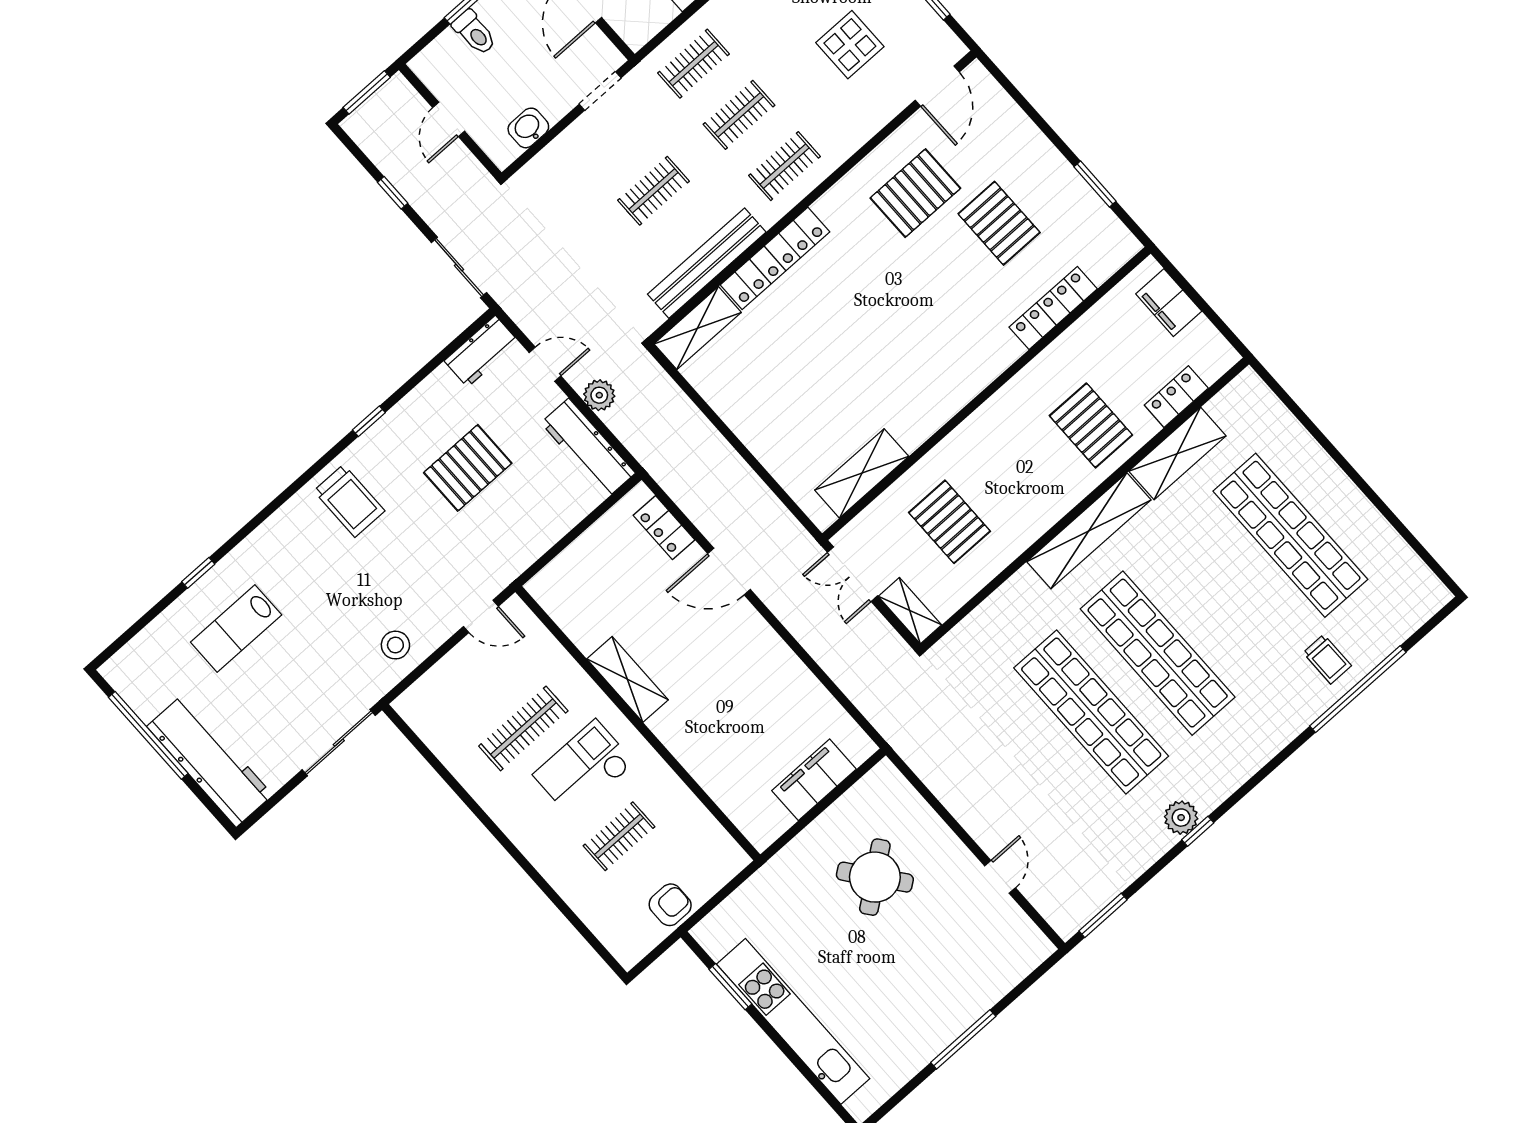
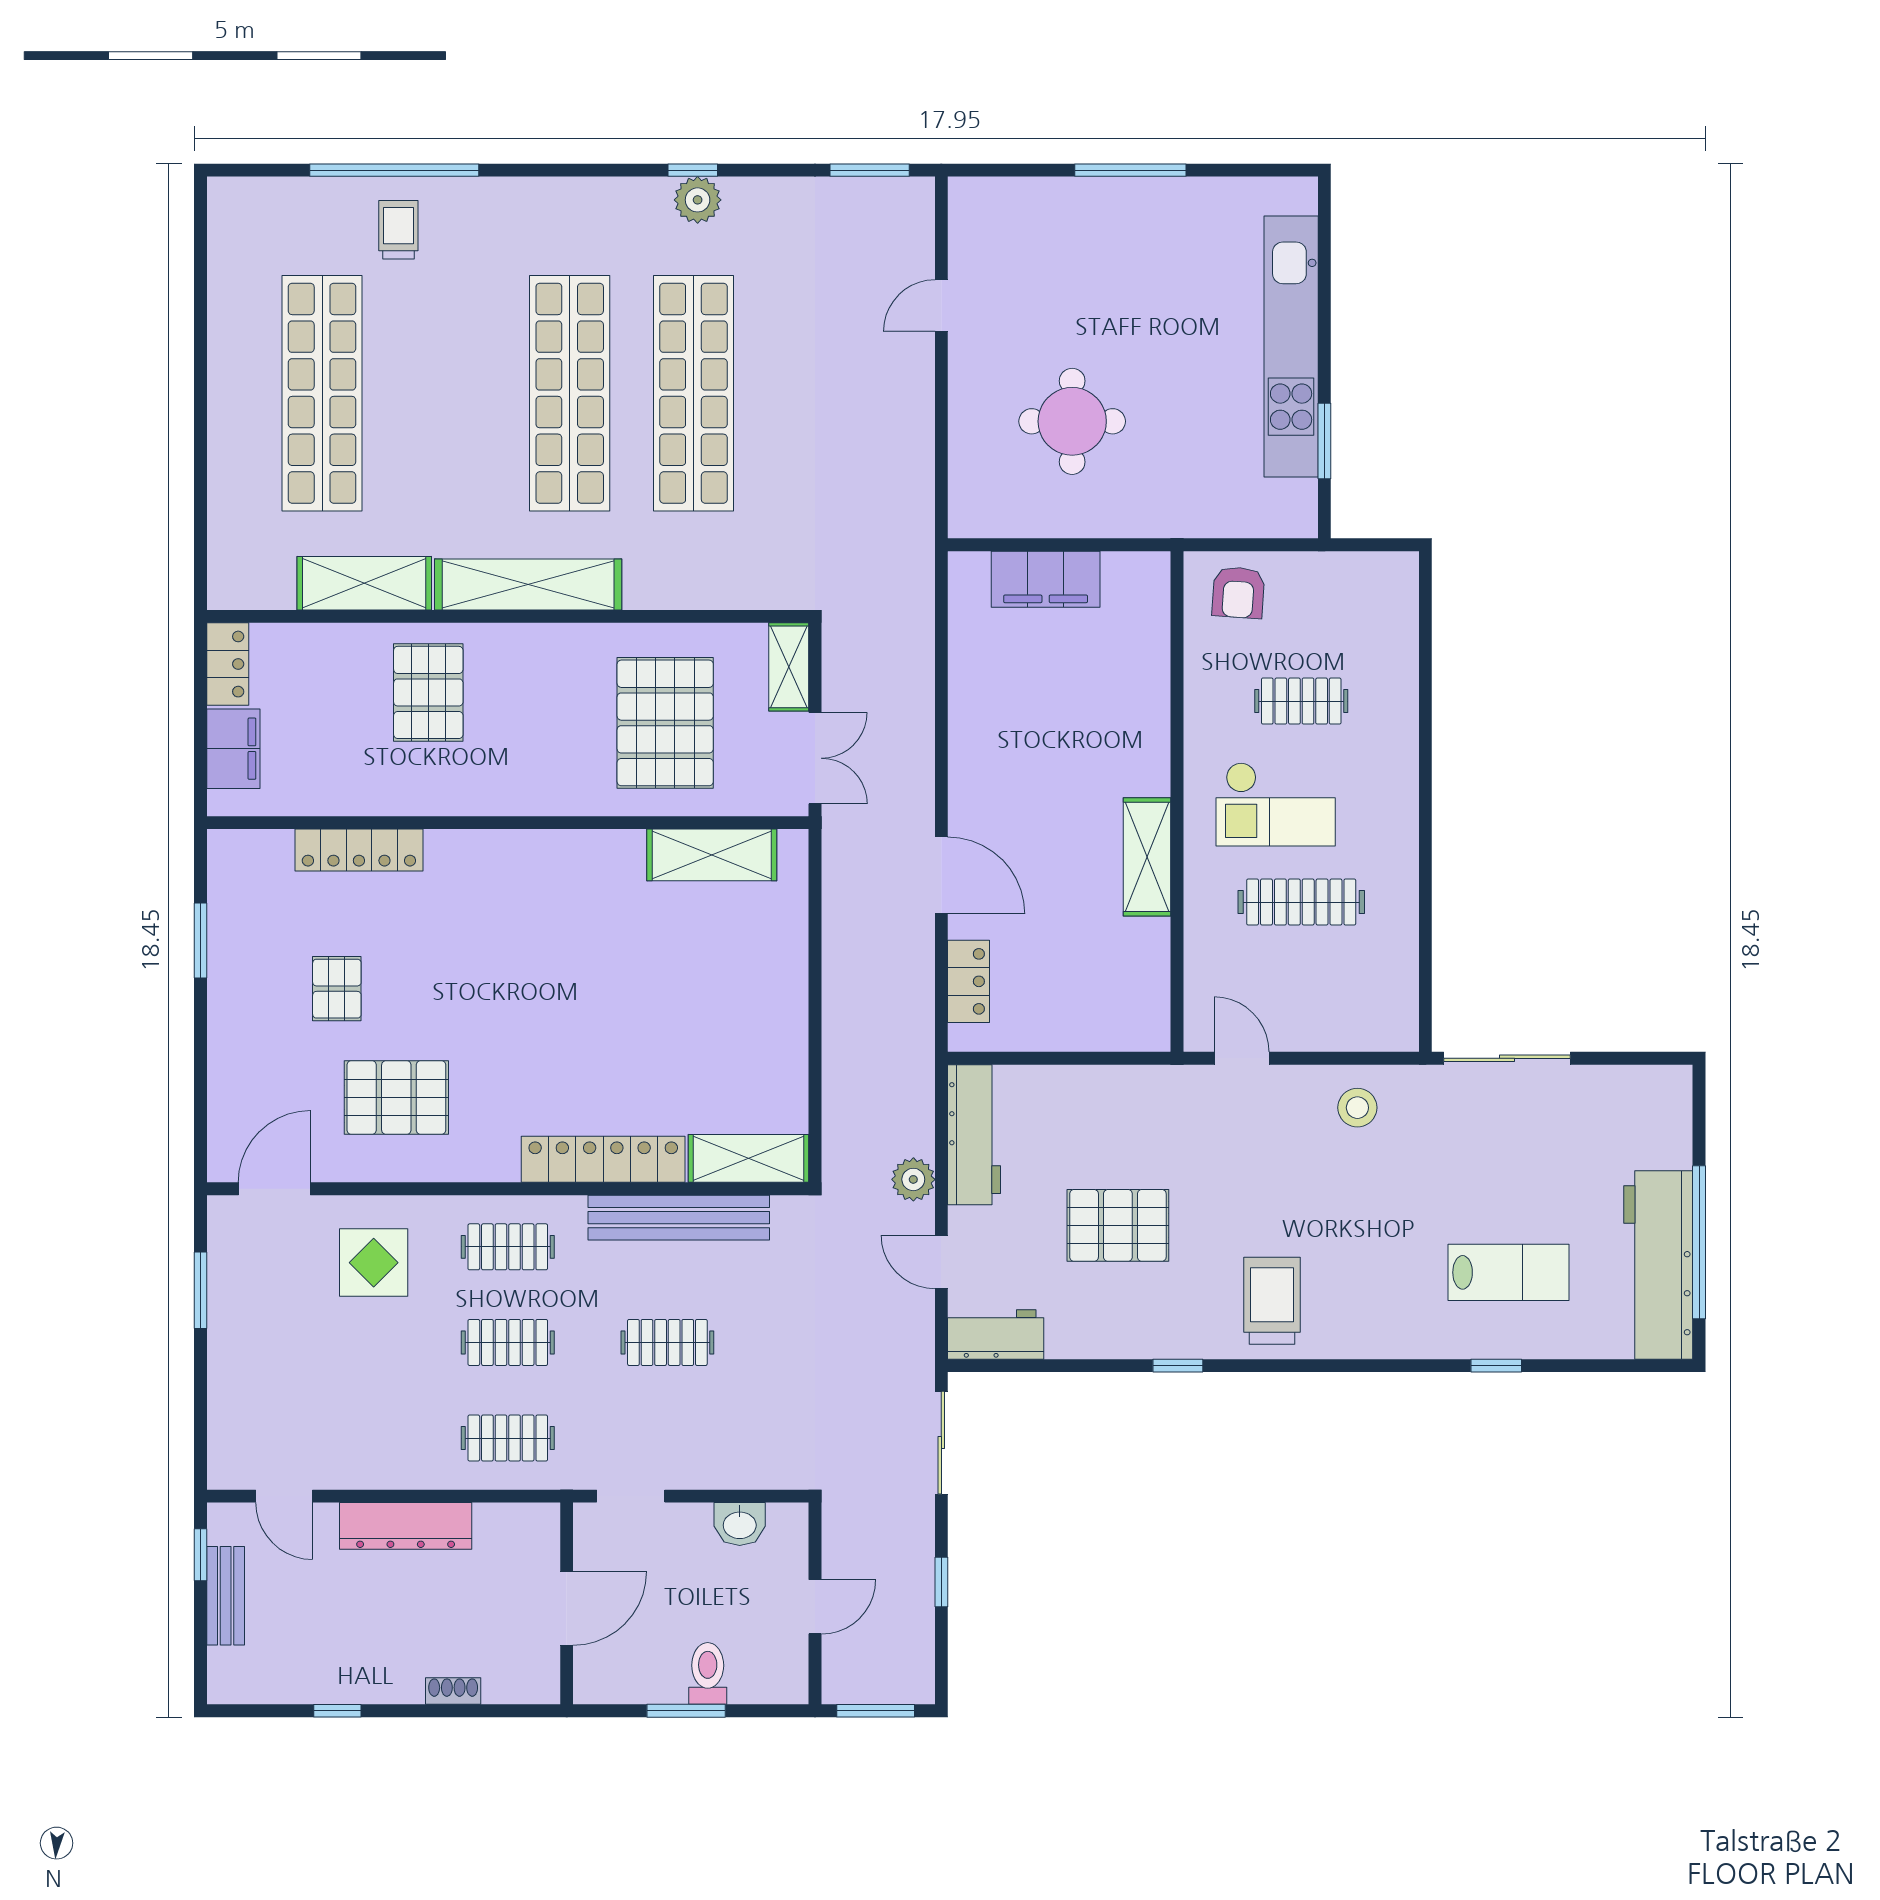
display table: (850, 45) -> (374, 1263), moved
pallet: (999, 223) -> (337, 989), width x0.67, depth x0.71
locker: (1176, 397) -> (228, 664), moved, turned -90
pallet: (949, 522) -> (665, 723), width x1.37, depth x1.41
workbench: (210, 761) -> (1658, 1265), moved
round table: (875, 877) -> (1072, 421), turned 38
armchair: (670, 905) -> (1238, 592), moved, turned -86

